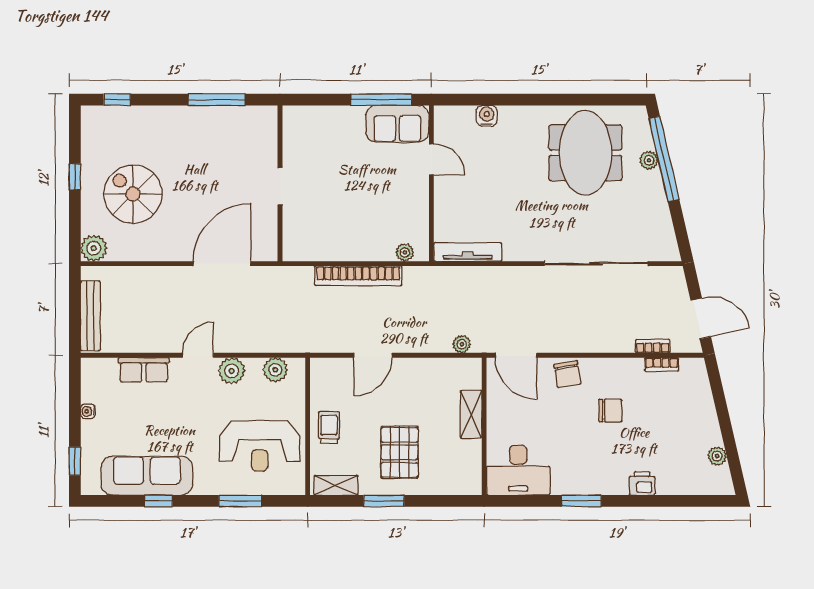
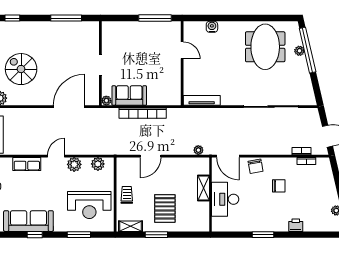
sofa: (397, 124) -> (129, 95), moved, turned 180
plant: (405, 252) -> (106, 101), moved
desk: (518, 470) -> (225, 199), moved, turned 90

